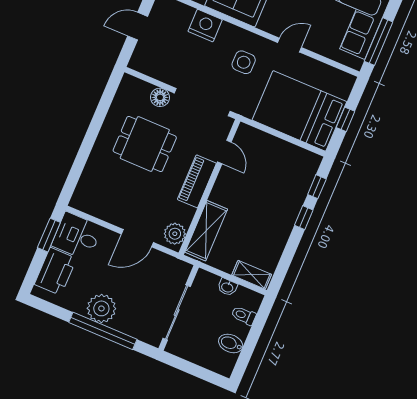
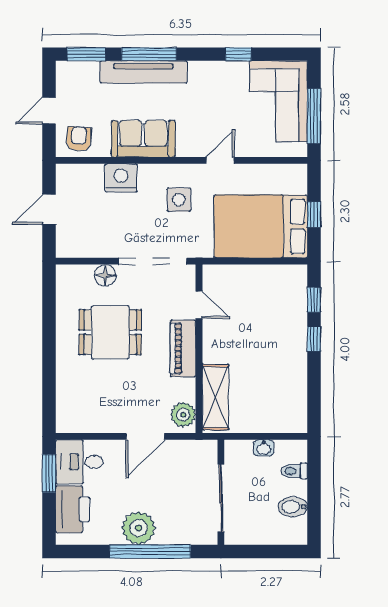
shelving: (252, 275) -> (284, 424), removed

